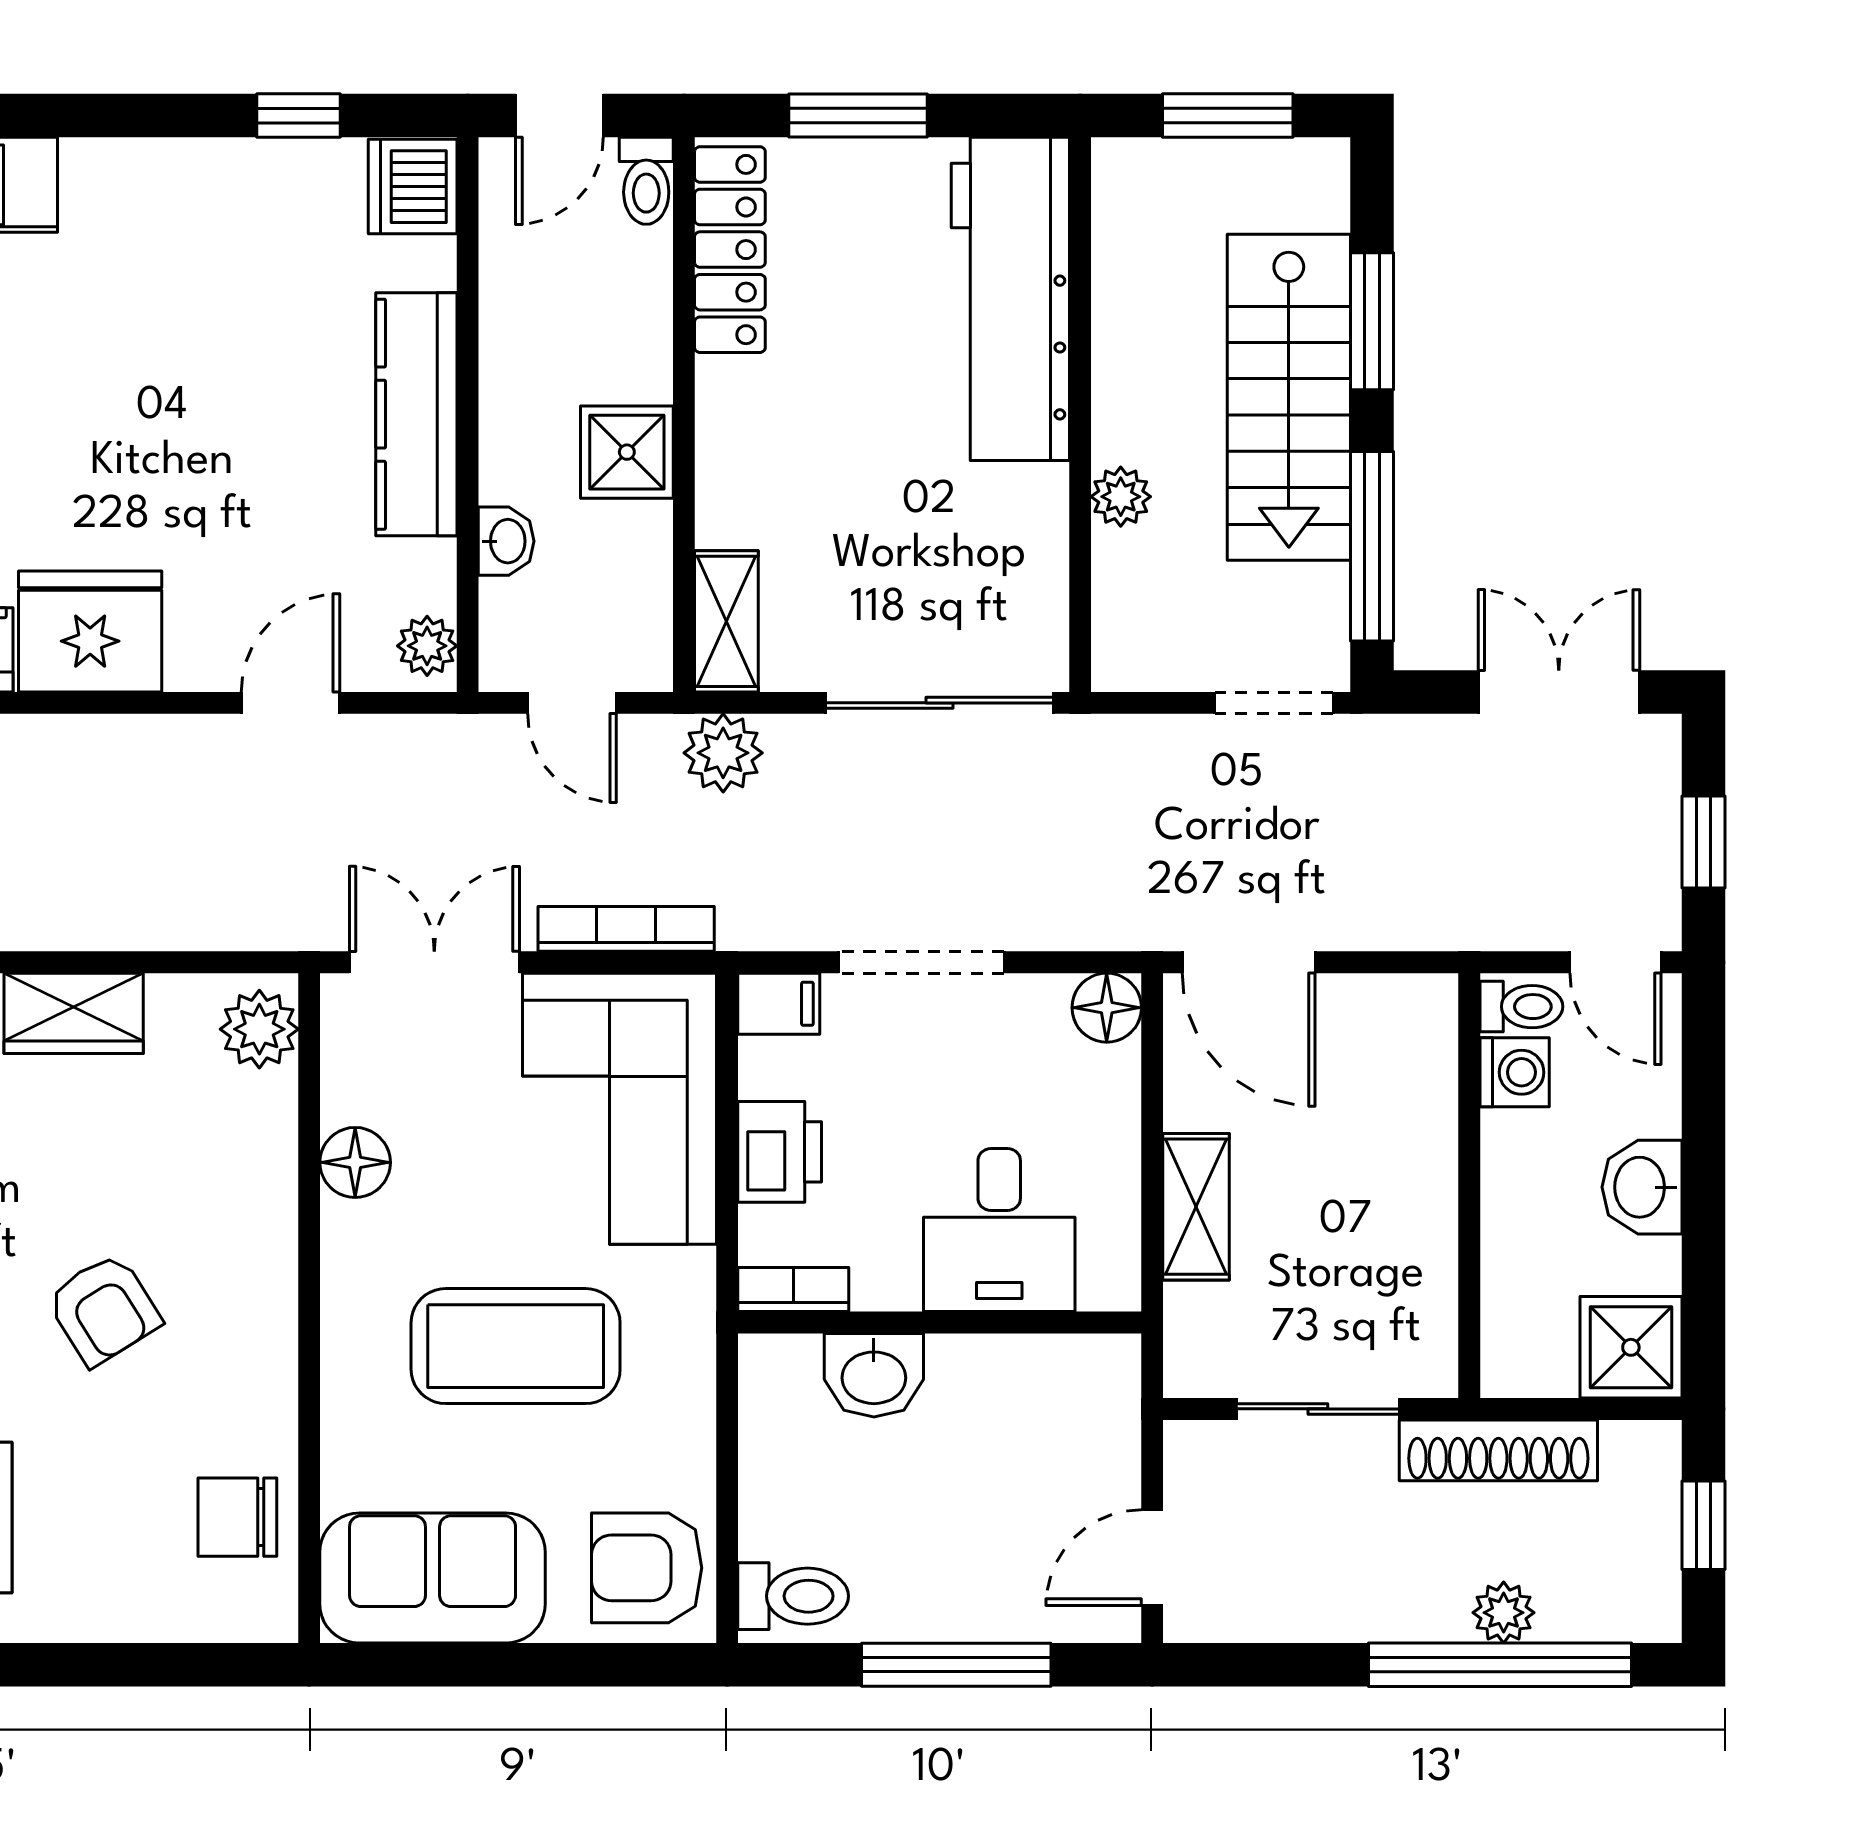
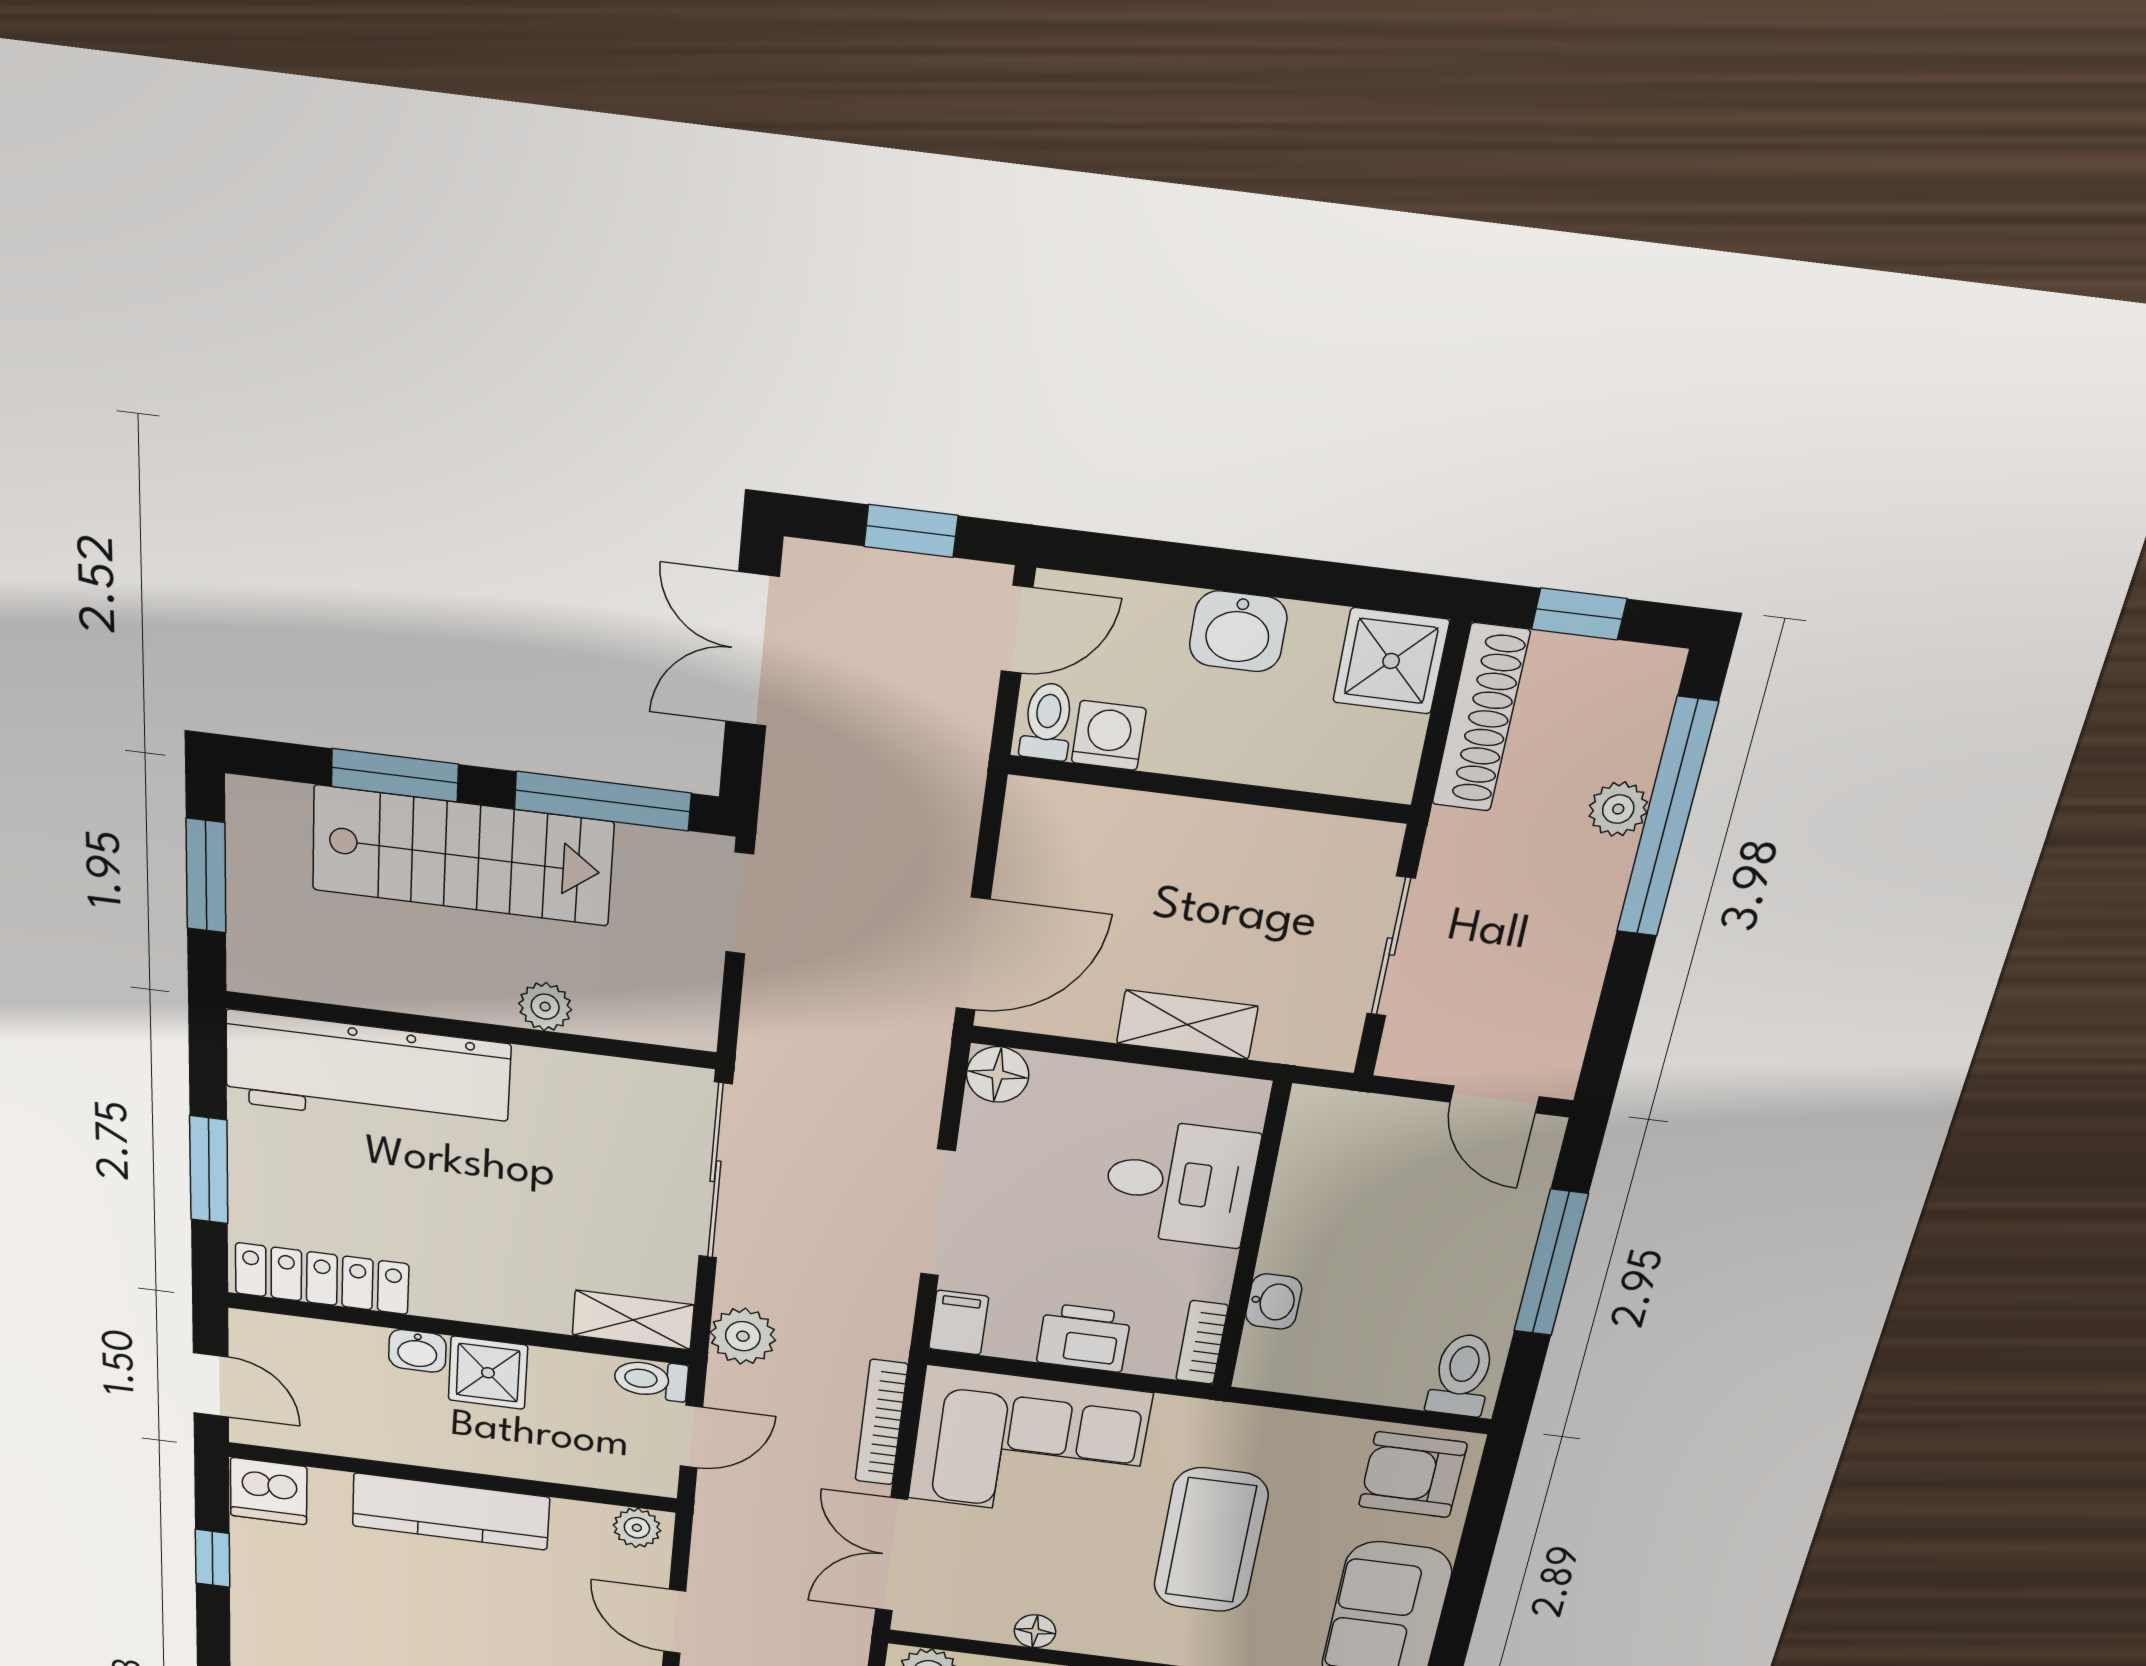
toilet: (646, 181) -> (651, 1380), moved, turned 180
washbasin: (506, 541) -> (417, 1351), moved, turned 180
floor lamp: (355, 1162) -> (1035, 1631), width x0.73, depth x0.73
washbasin: (874, 1375) -> (1274, 1302), width x0.72, depth x0.69
shoe rack: (1498, 1450) -> (1481, 718), moved
armchair: (647, 1568) -> (1413, 1475), turned 90

